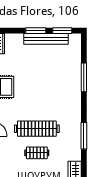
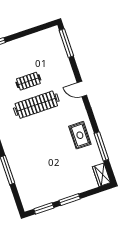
bench: (46, 39) -> (57, 195), removed

